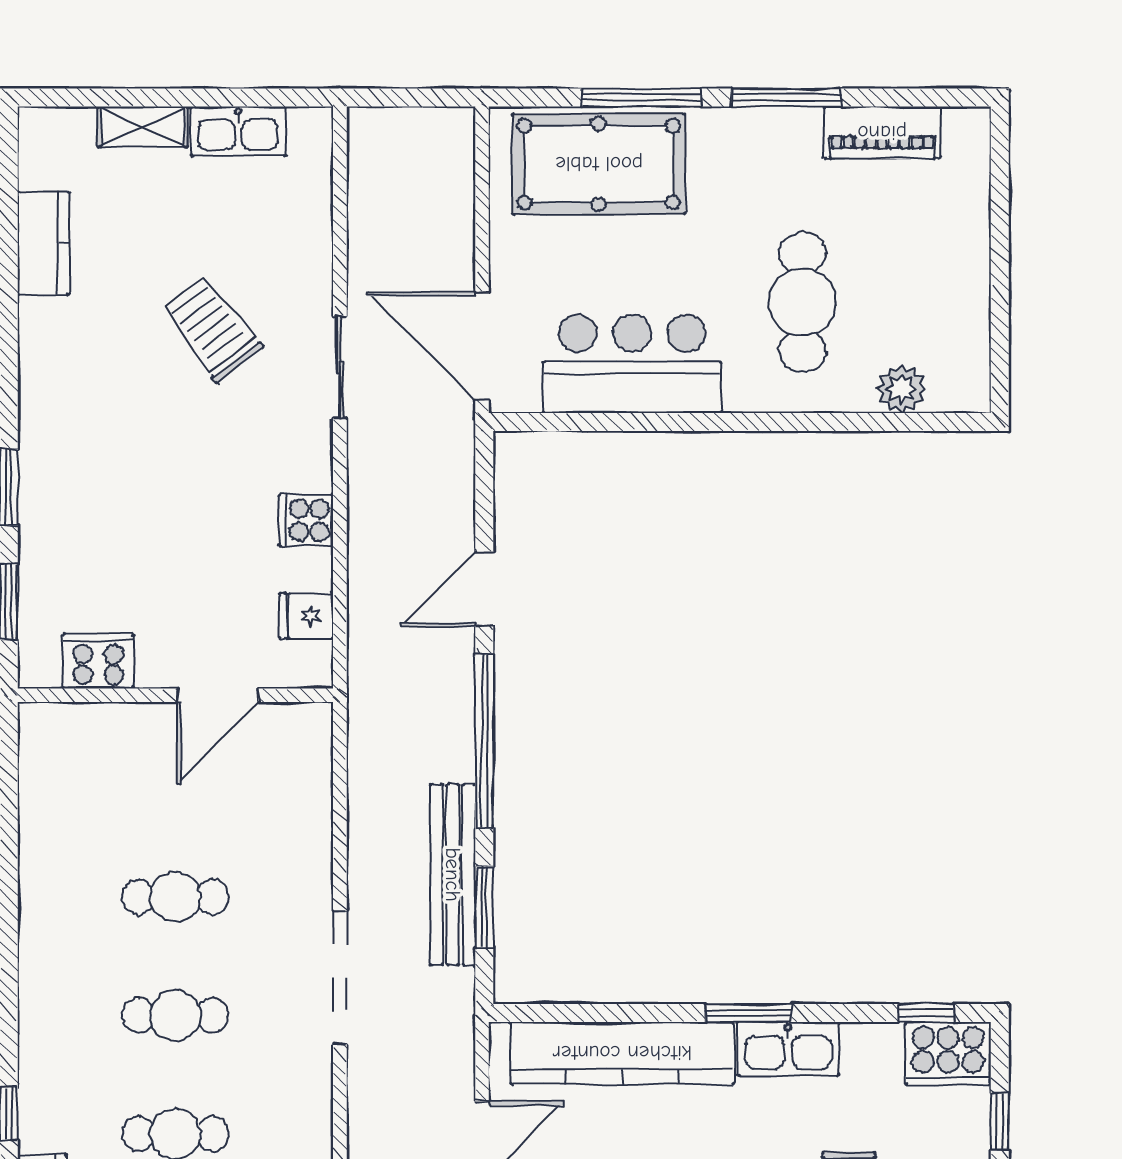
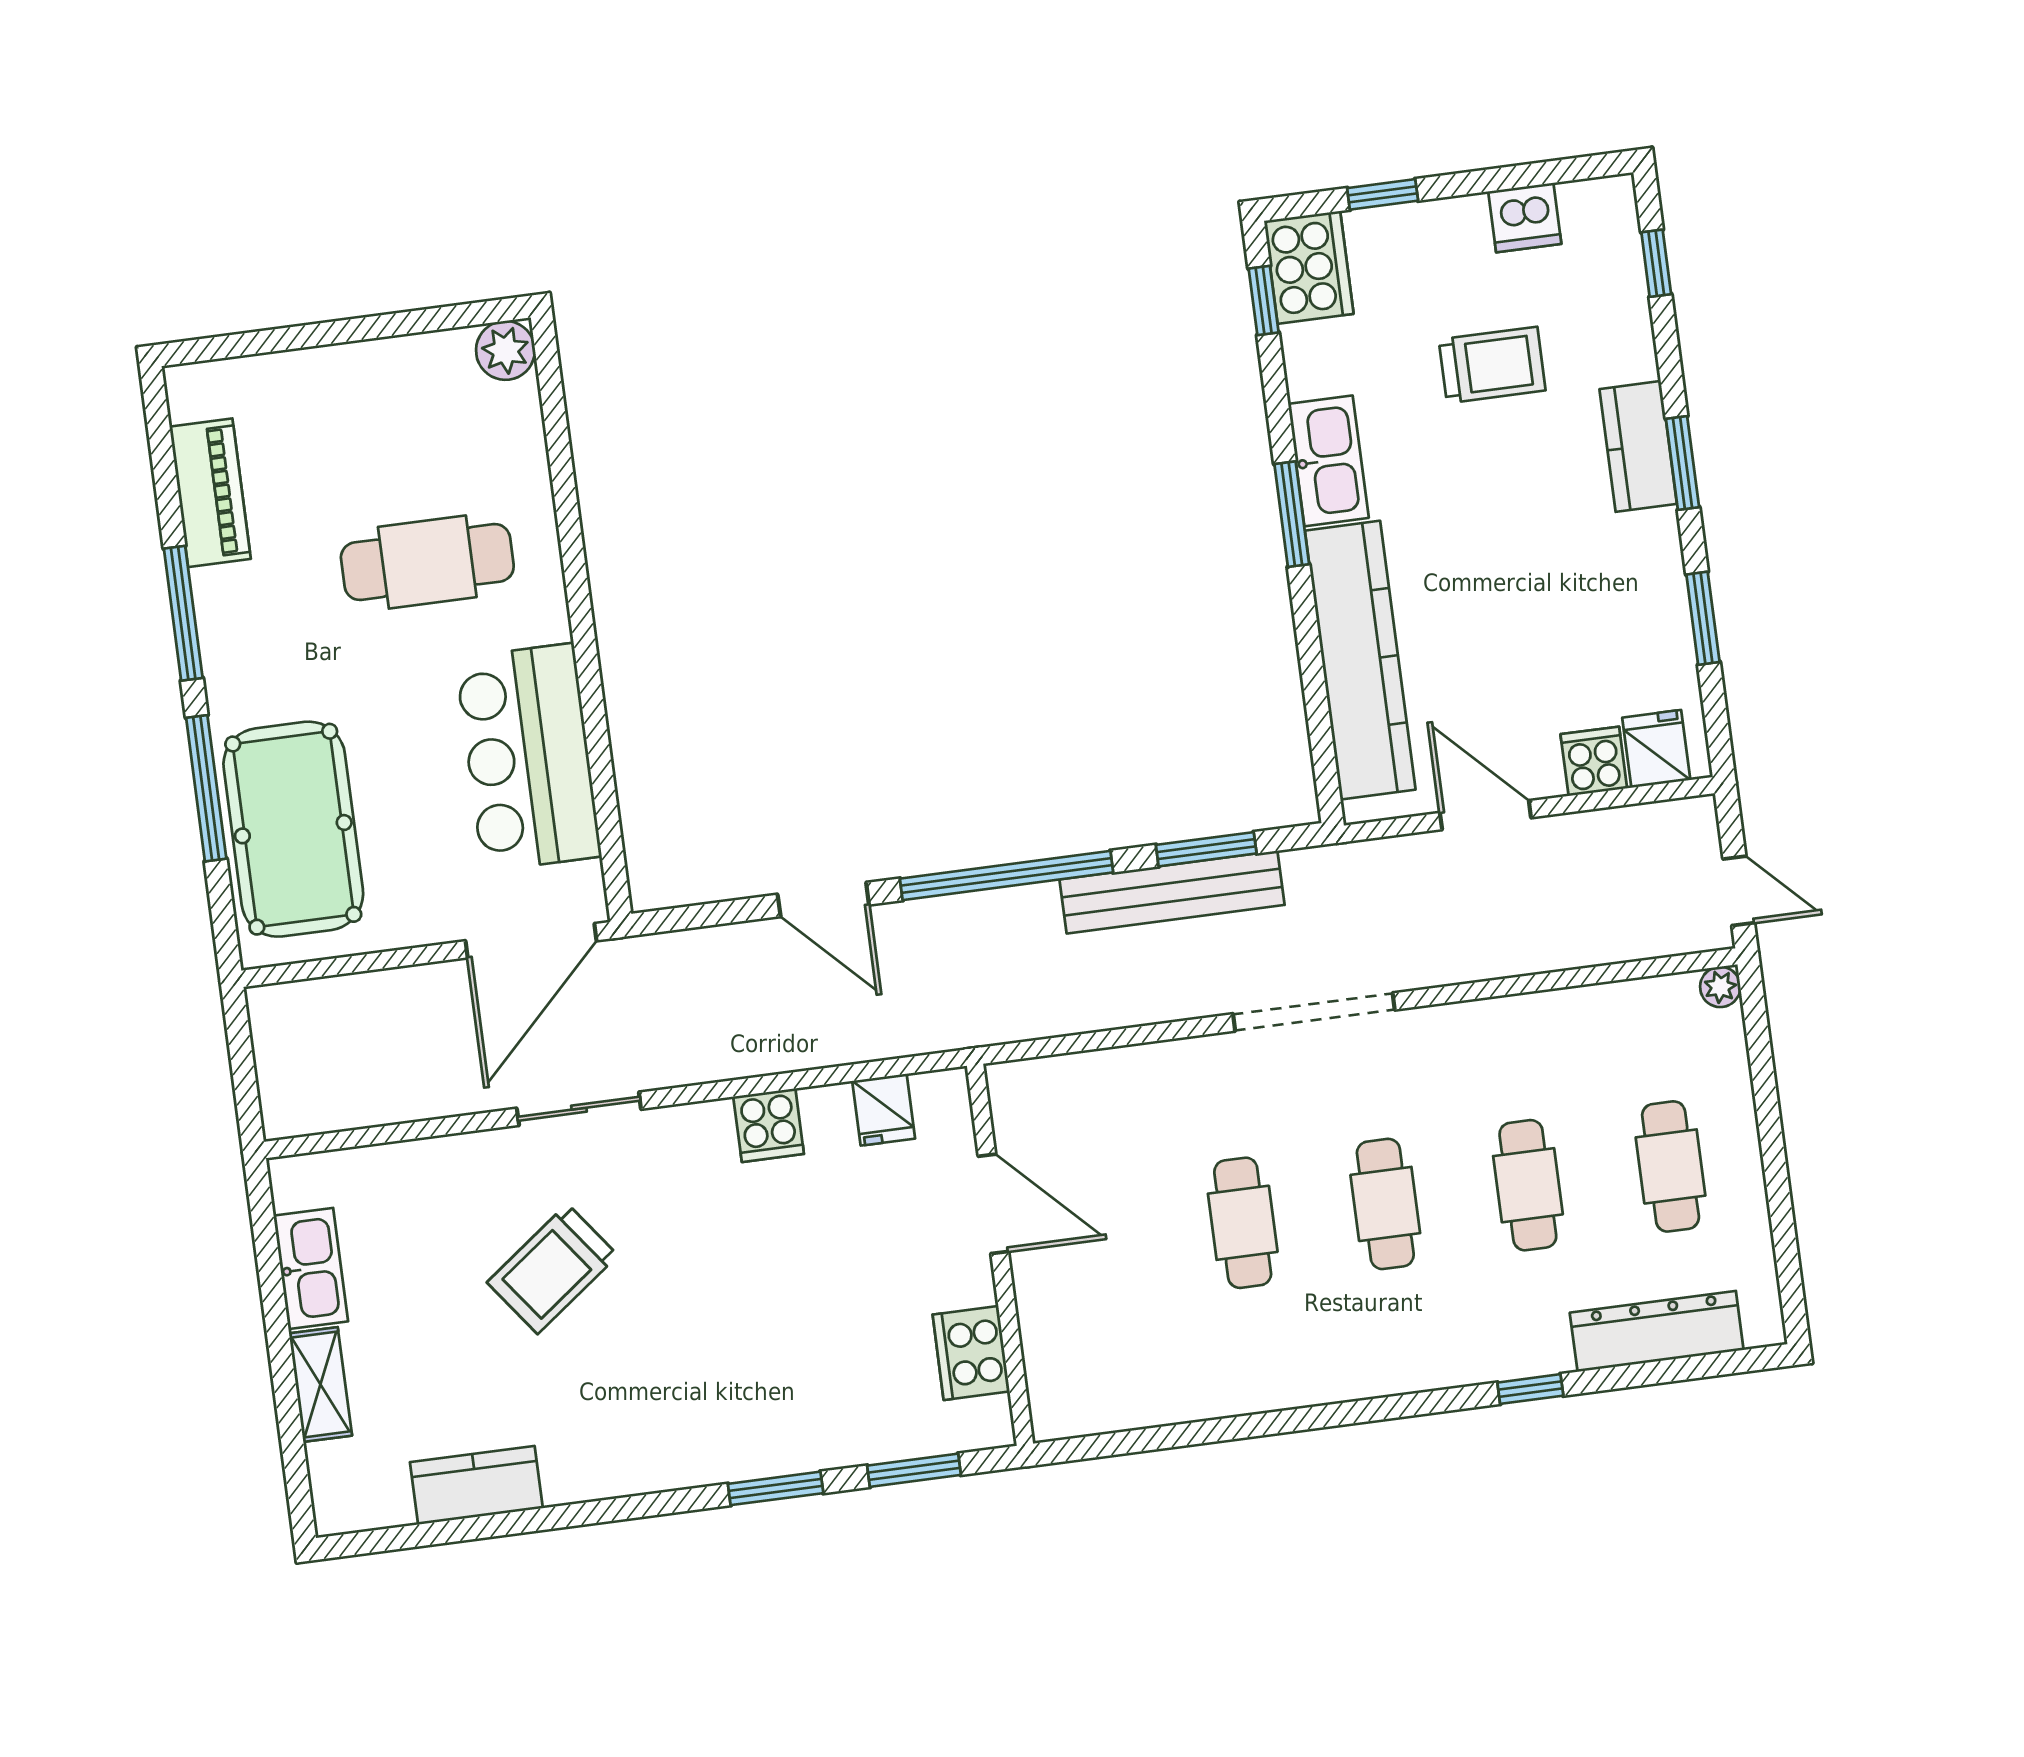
plant: (902, 389) -> (505, 350), moved

